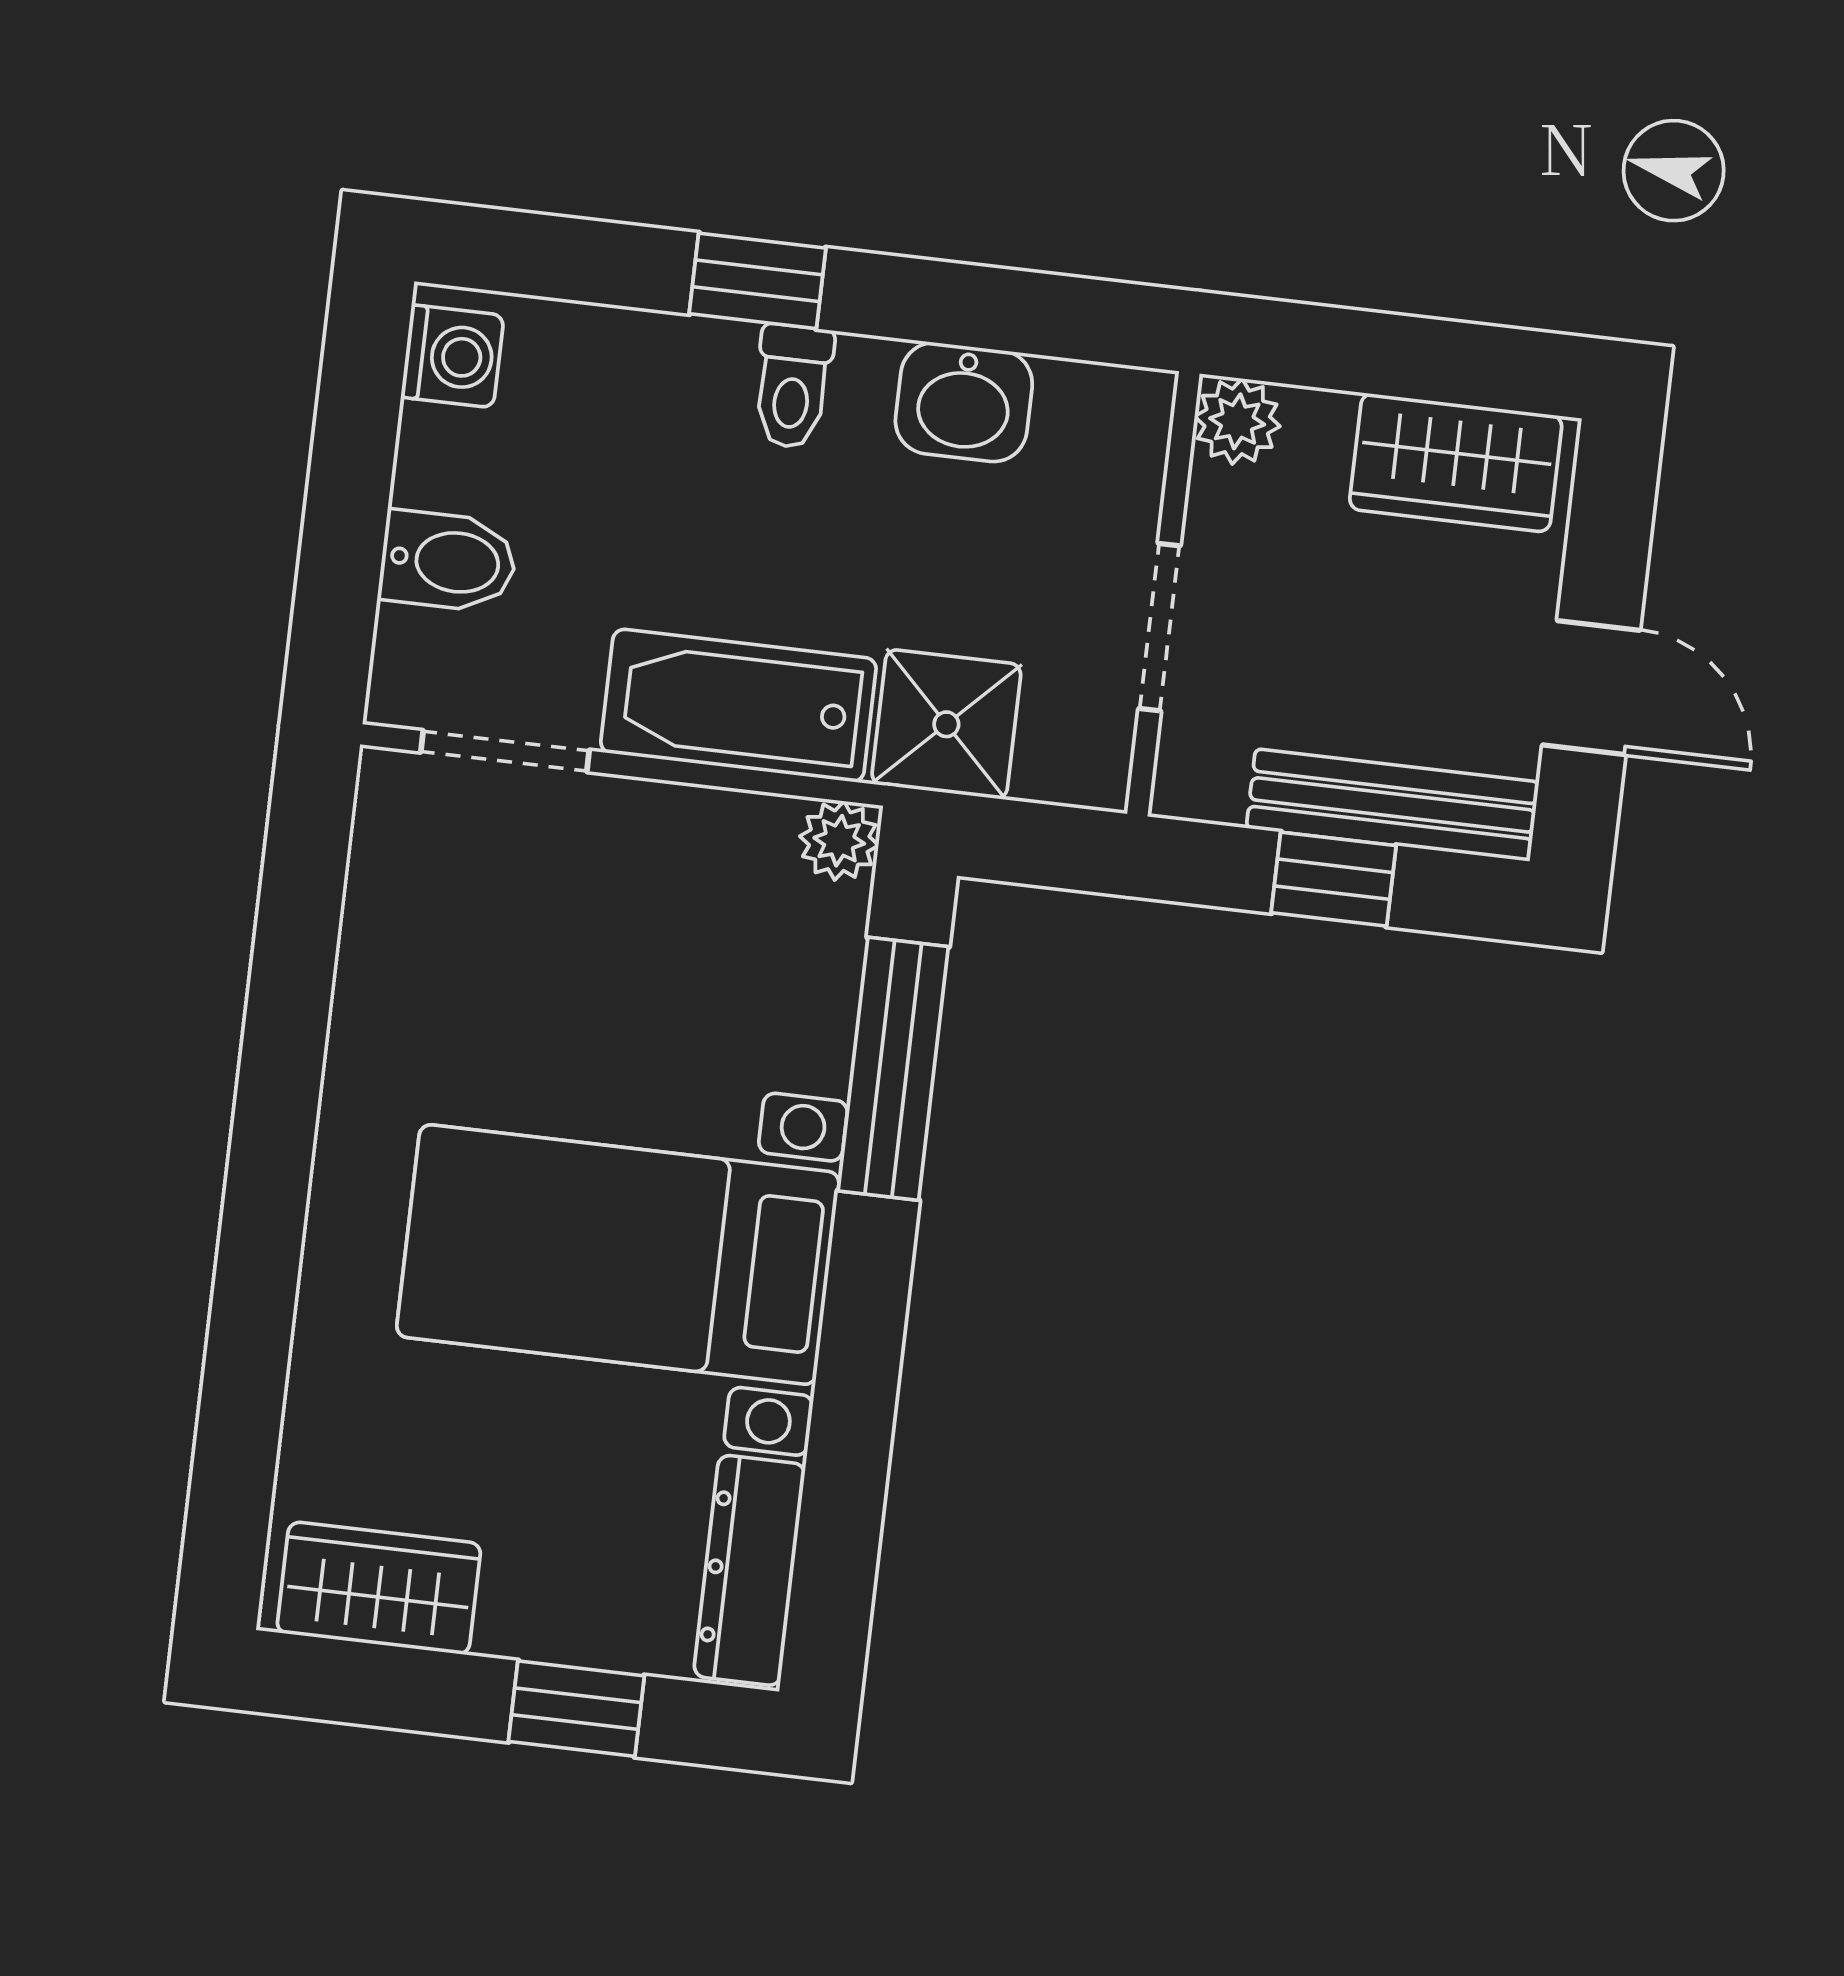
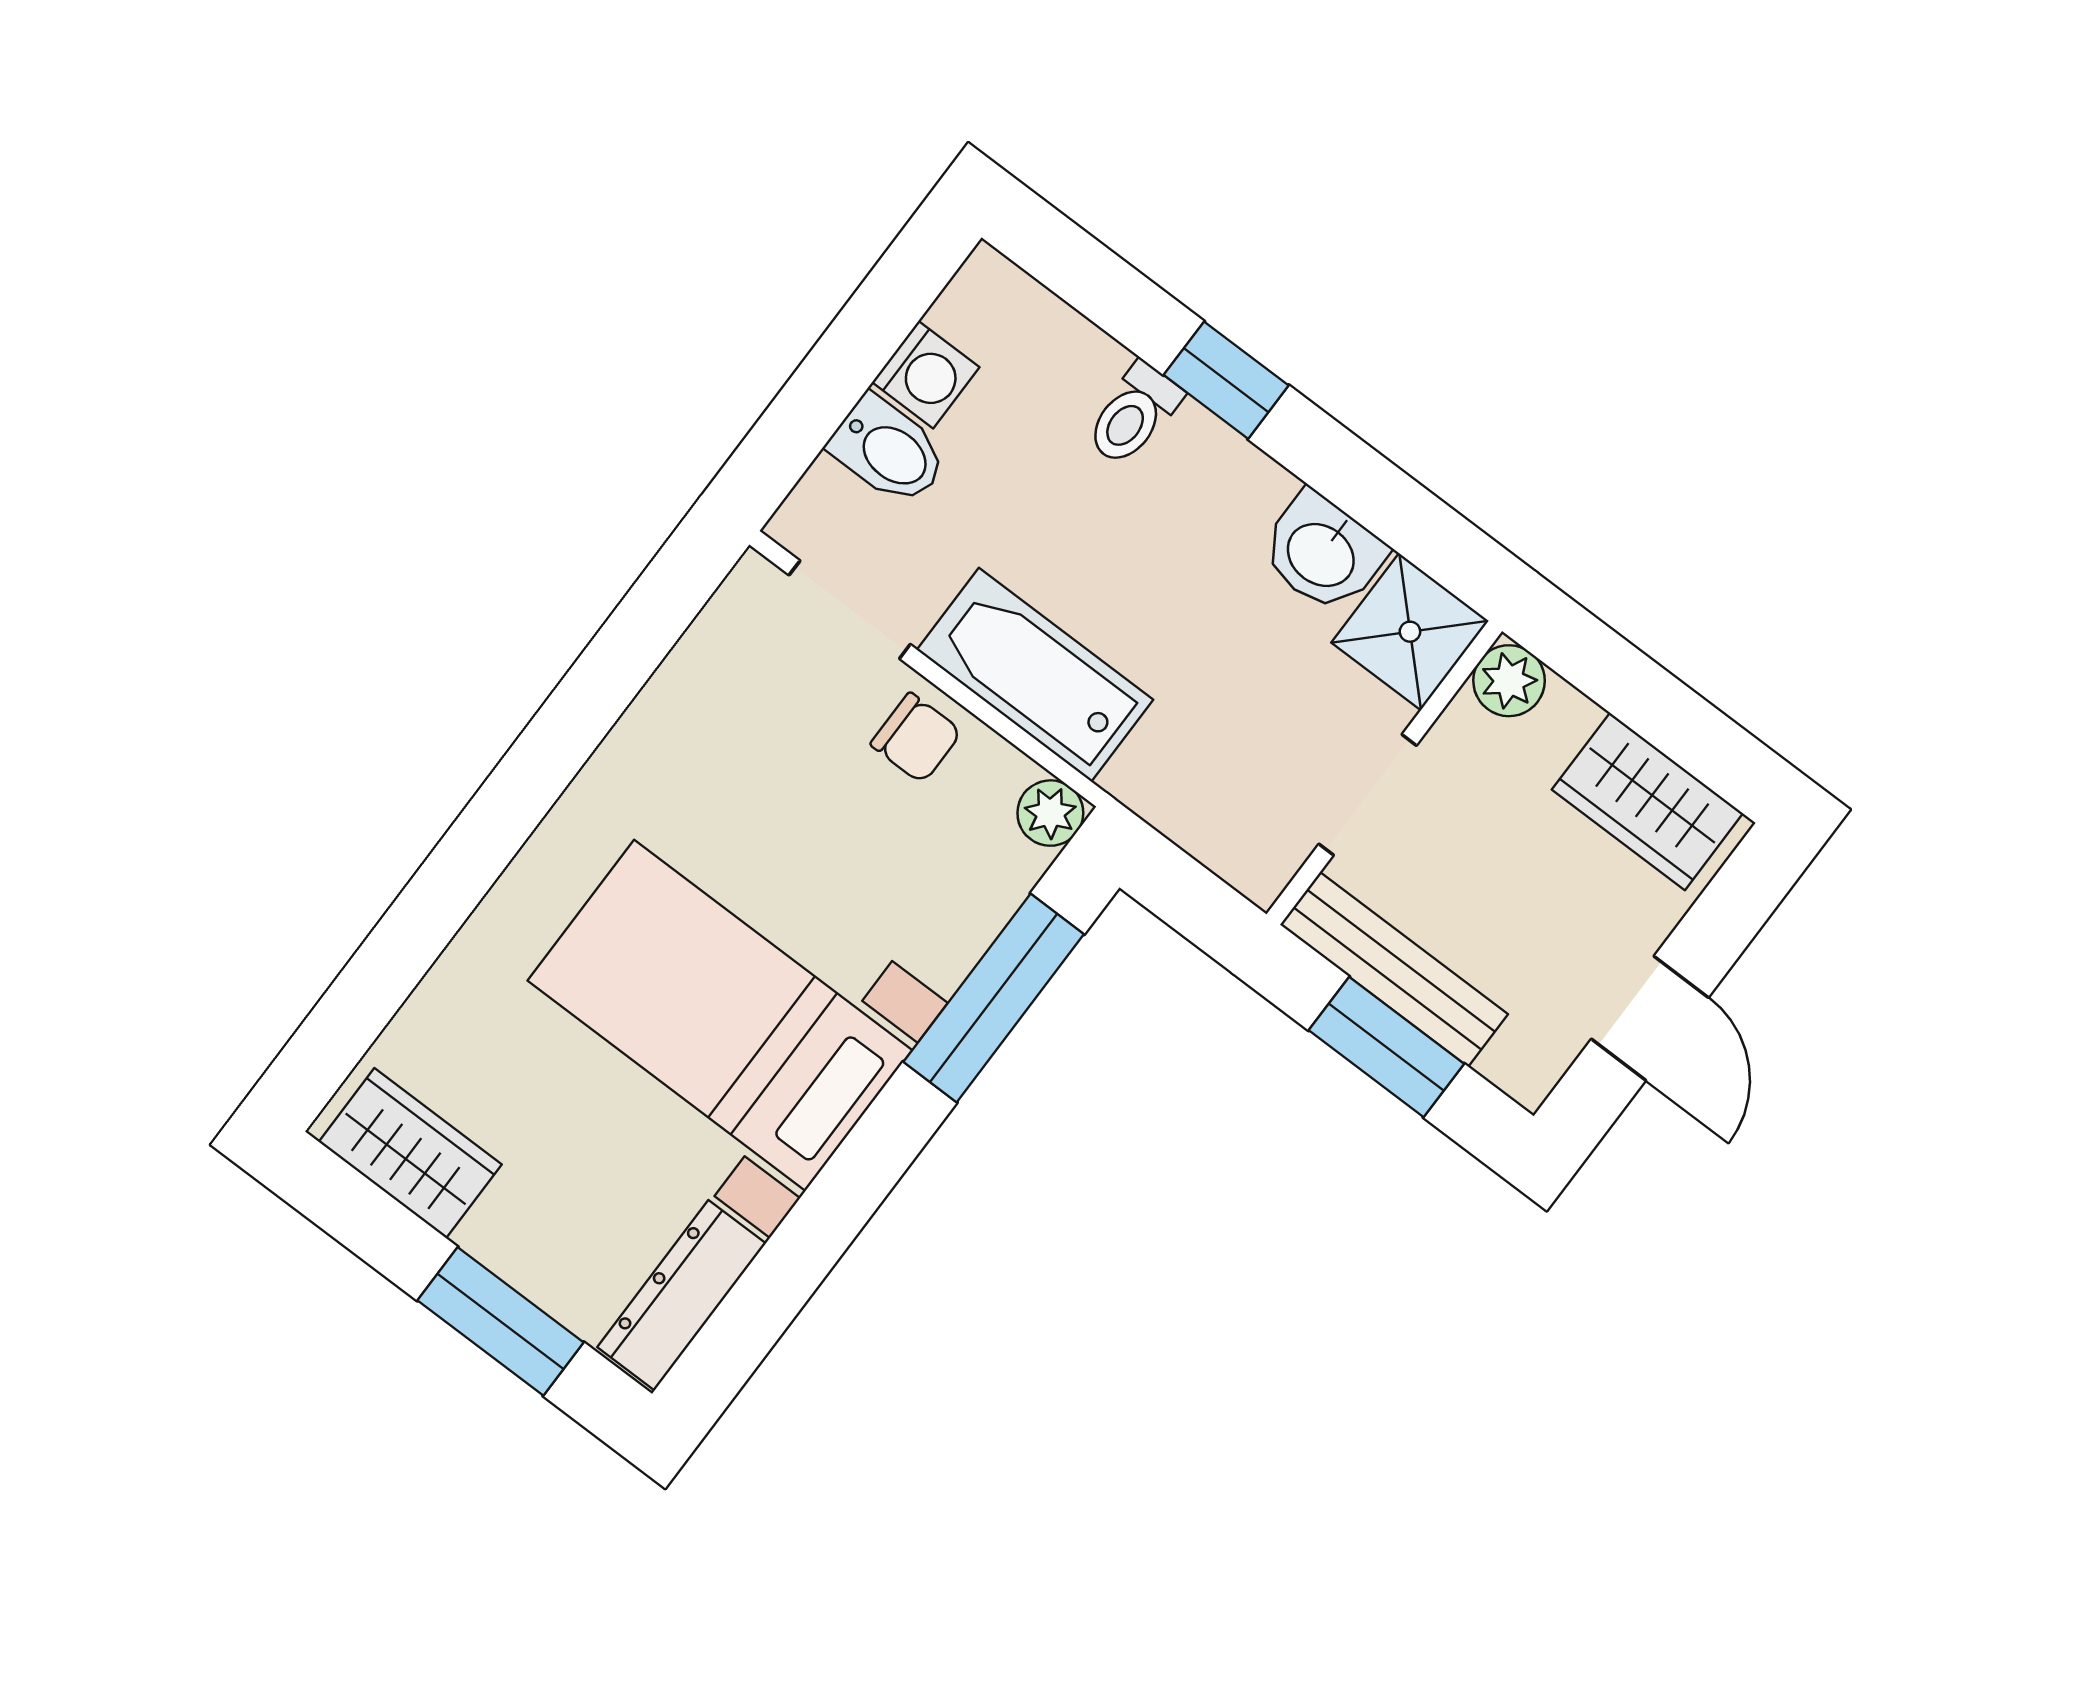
washing machine: (452, 356) -> (926, 375), moved
toilet: (793, 386) -> (1133, 414), moved
shower: (946, 724) -> (1410, 632), moved
bench: (1393, 805) -> (1394, 969), moved
chair: (653, 844) -> (916, 738), added
window: (1334, 879) -> (1386, 1047), width x1.50
window: (576, 1709) -> (500, 1321), width x1.50

